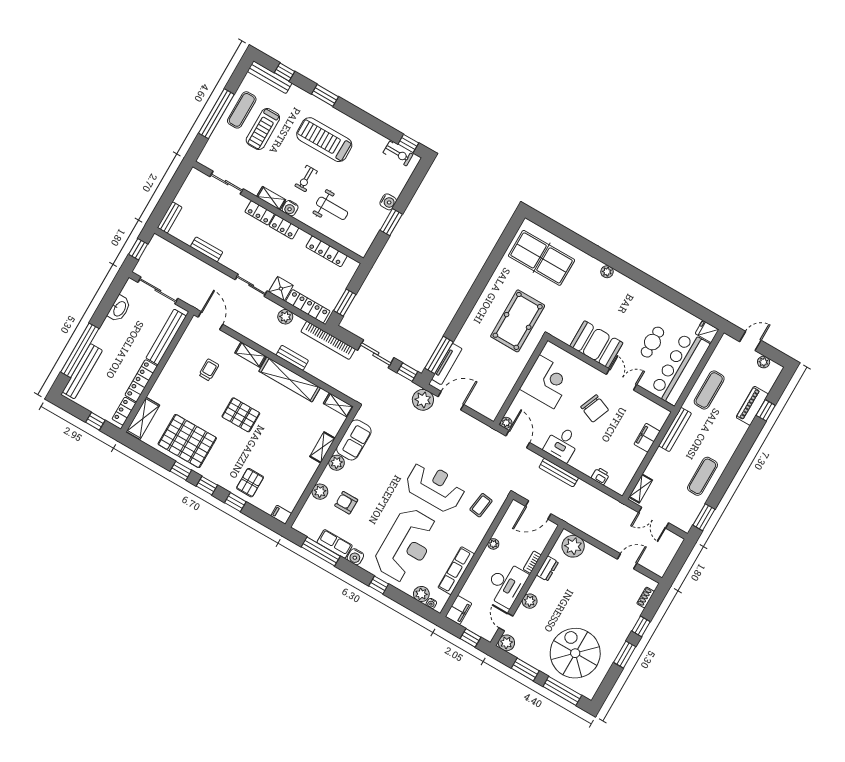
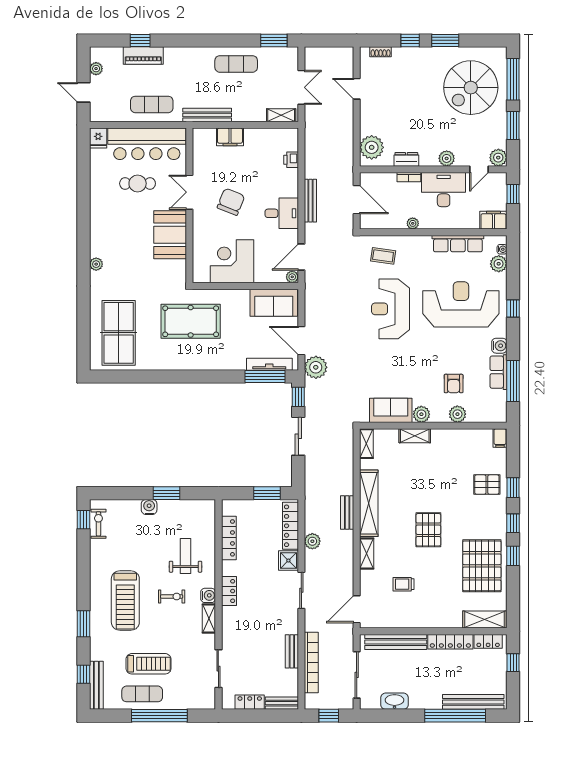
locker: (260, 213) -> (250, 702), moved, turned -90
bookcase: (328, 340) -> (311, 662), moved
sofa: (494, 396) -> (274, 303), added

